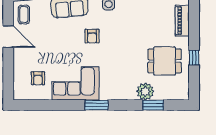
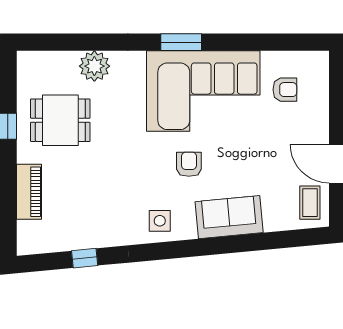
armchair: (38, 78) -> (285, 90), turned 90
corner sofa: (76, 83) -> (203, 91), width x1.36, depth x1.36
window: (153, 105) -> (81, 42), removed

